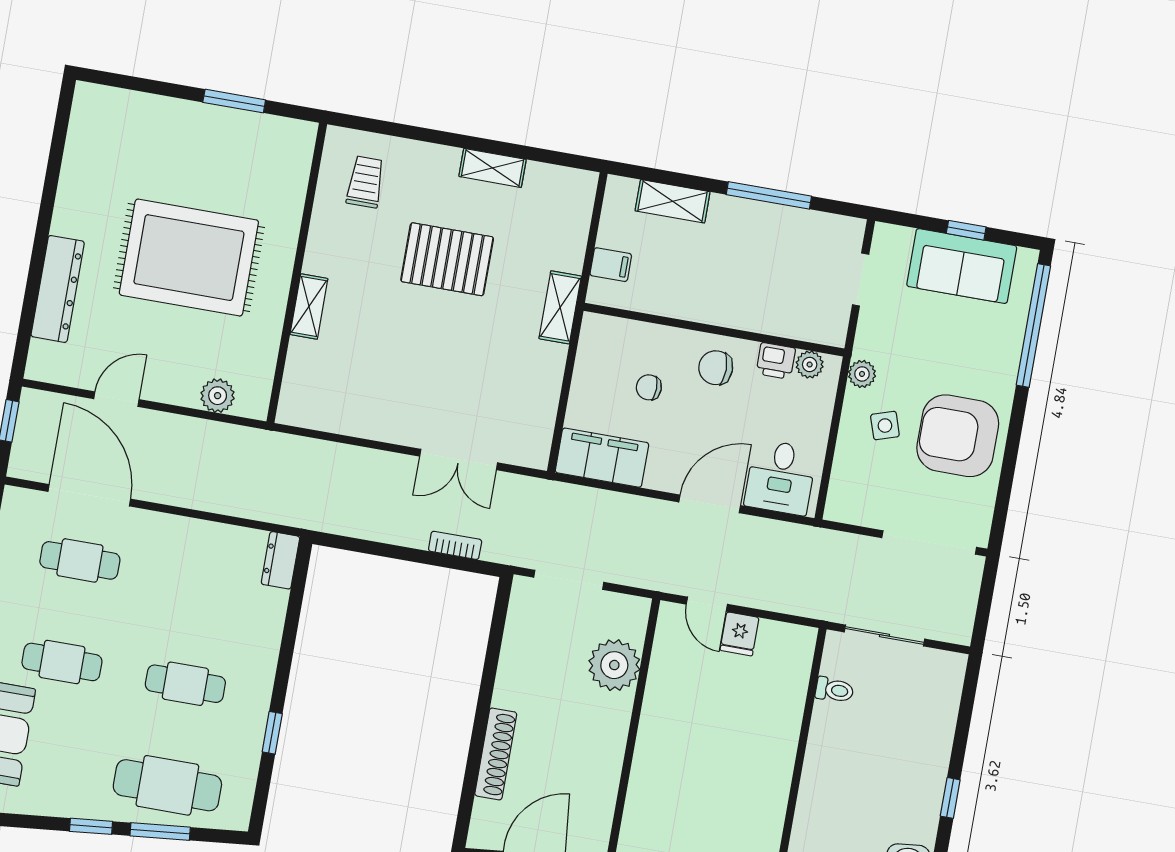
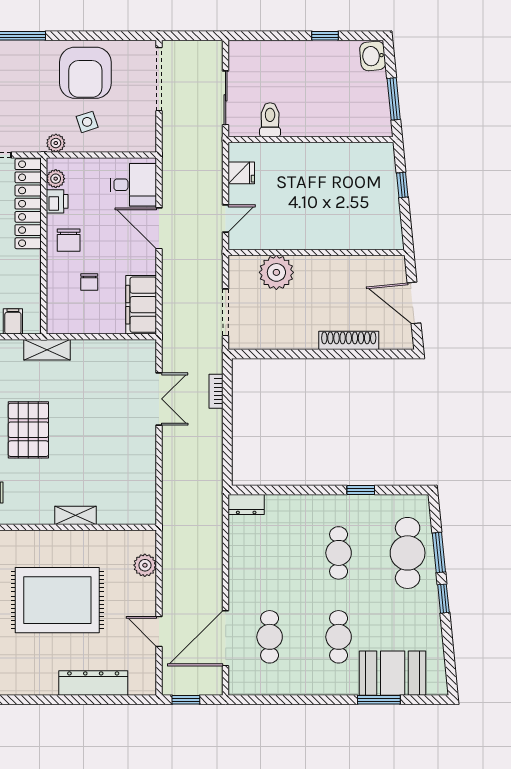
rug: (189, 258) -> (57, 600), turned 90
locker: (780, 317) -> (28, 204), added
fridge: (740, 634) -> (241, 173), moved
toilet: (835, 690) -> (270, 120), width x1.37, depth x1.39

